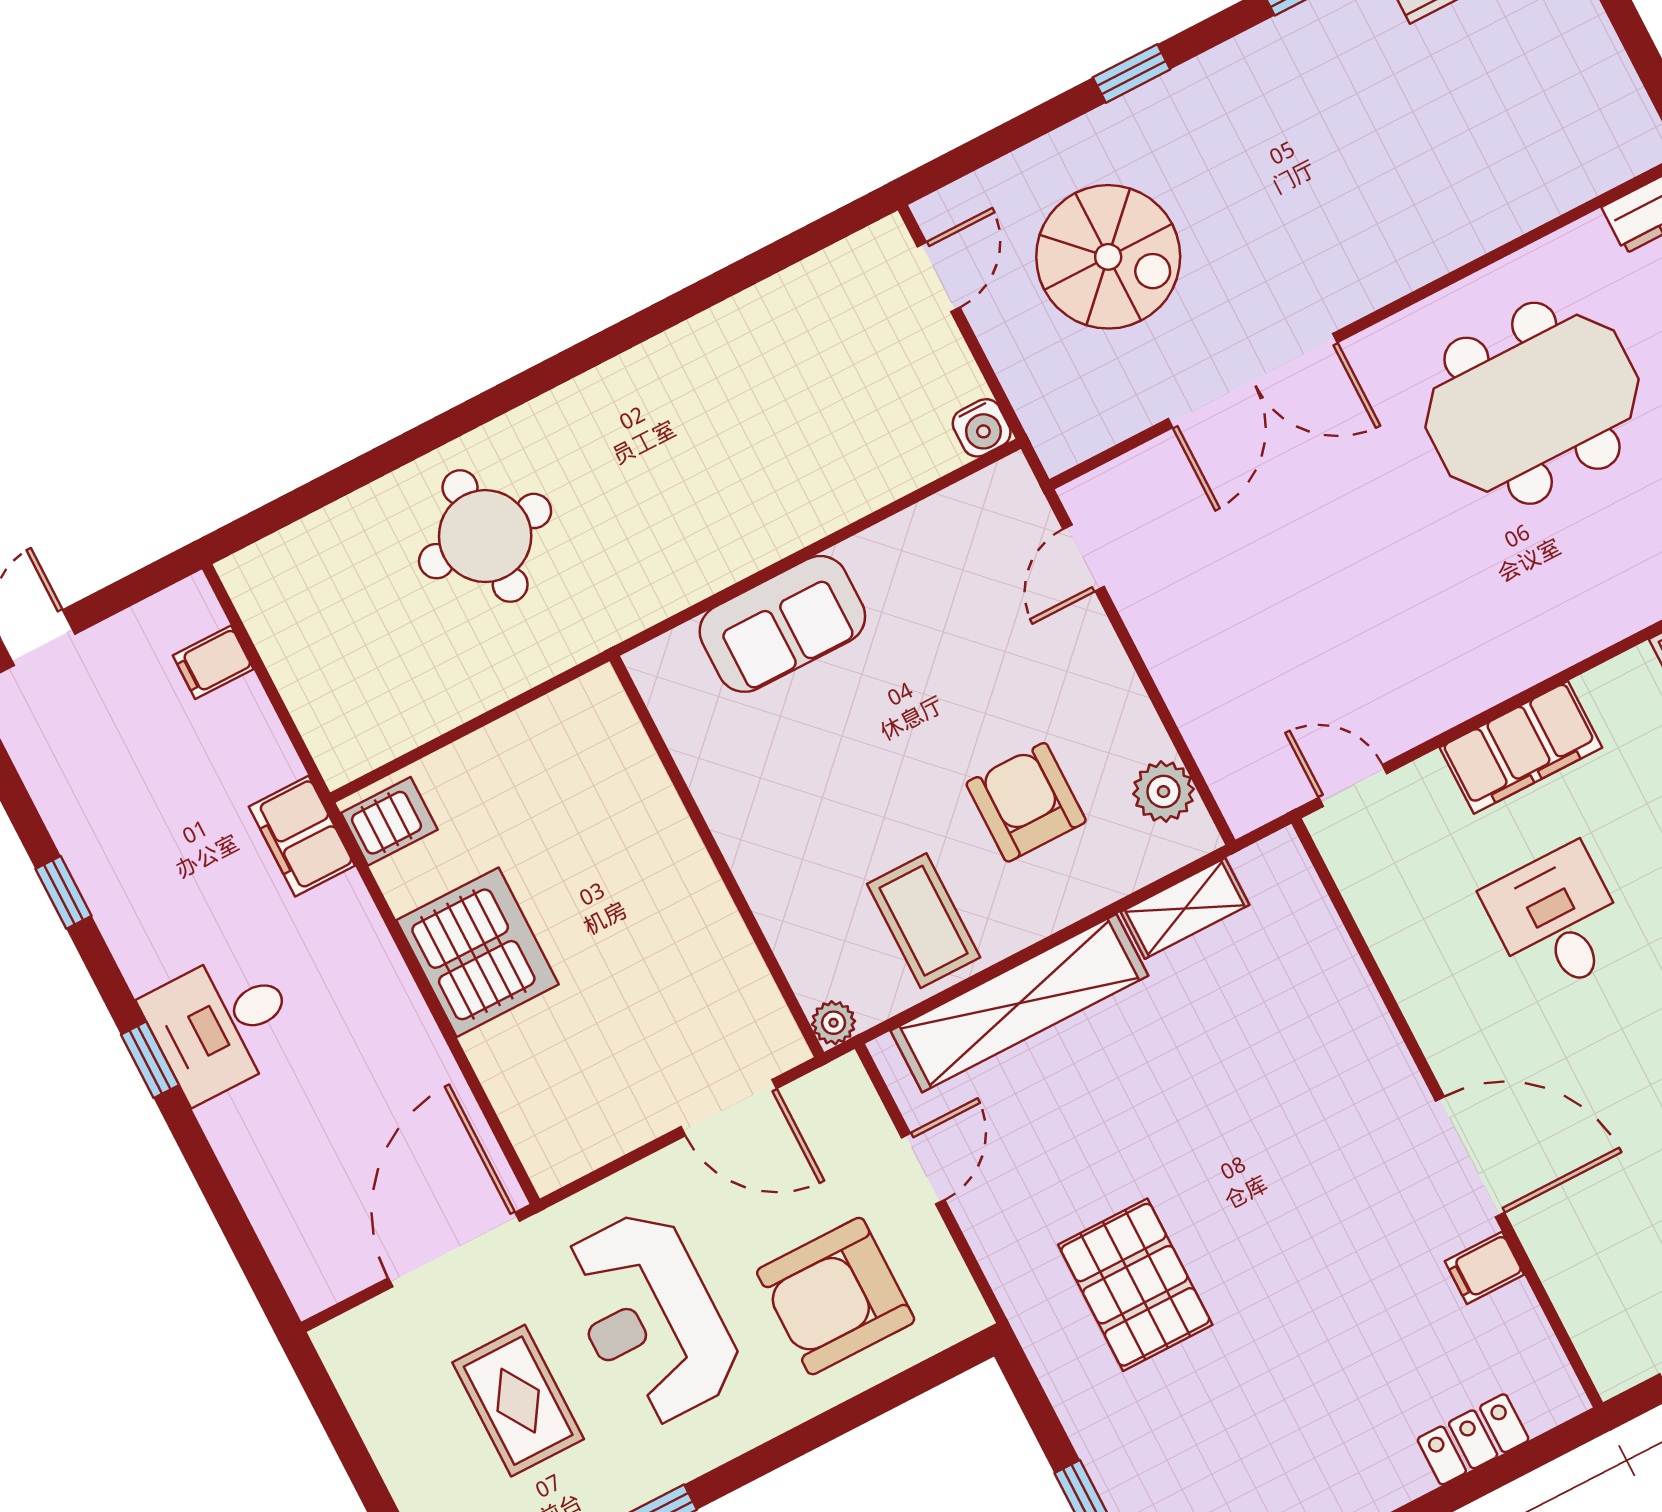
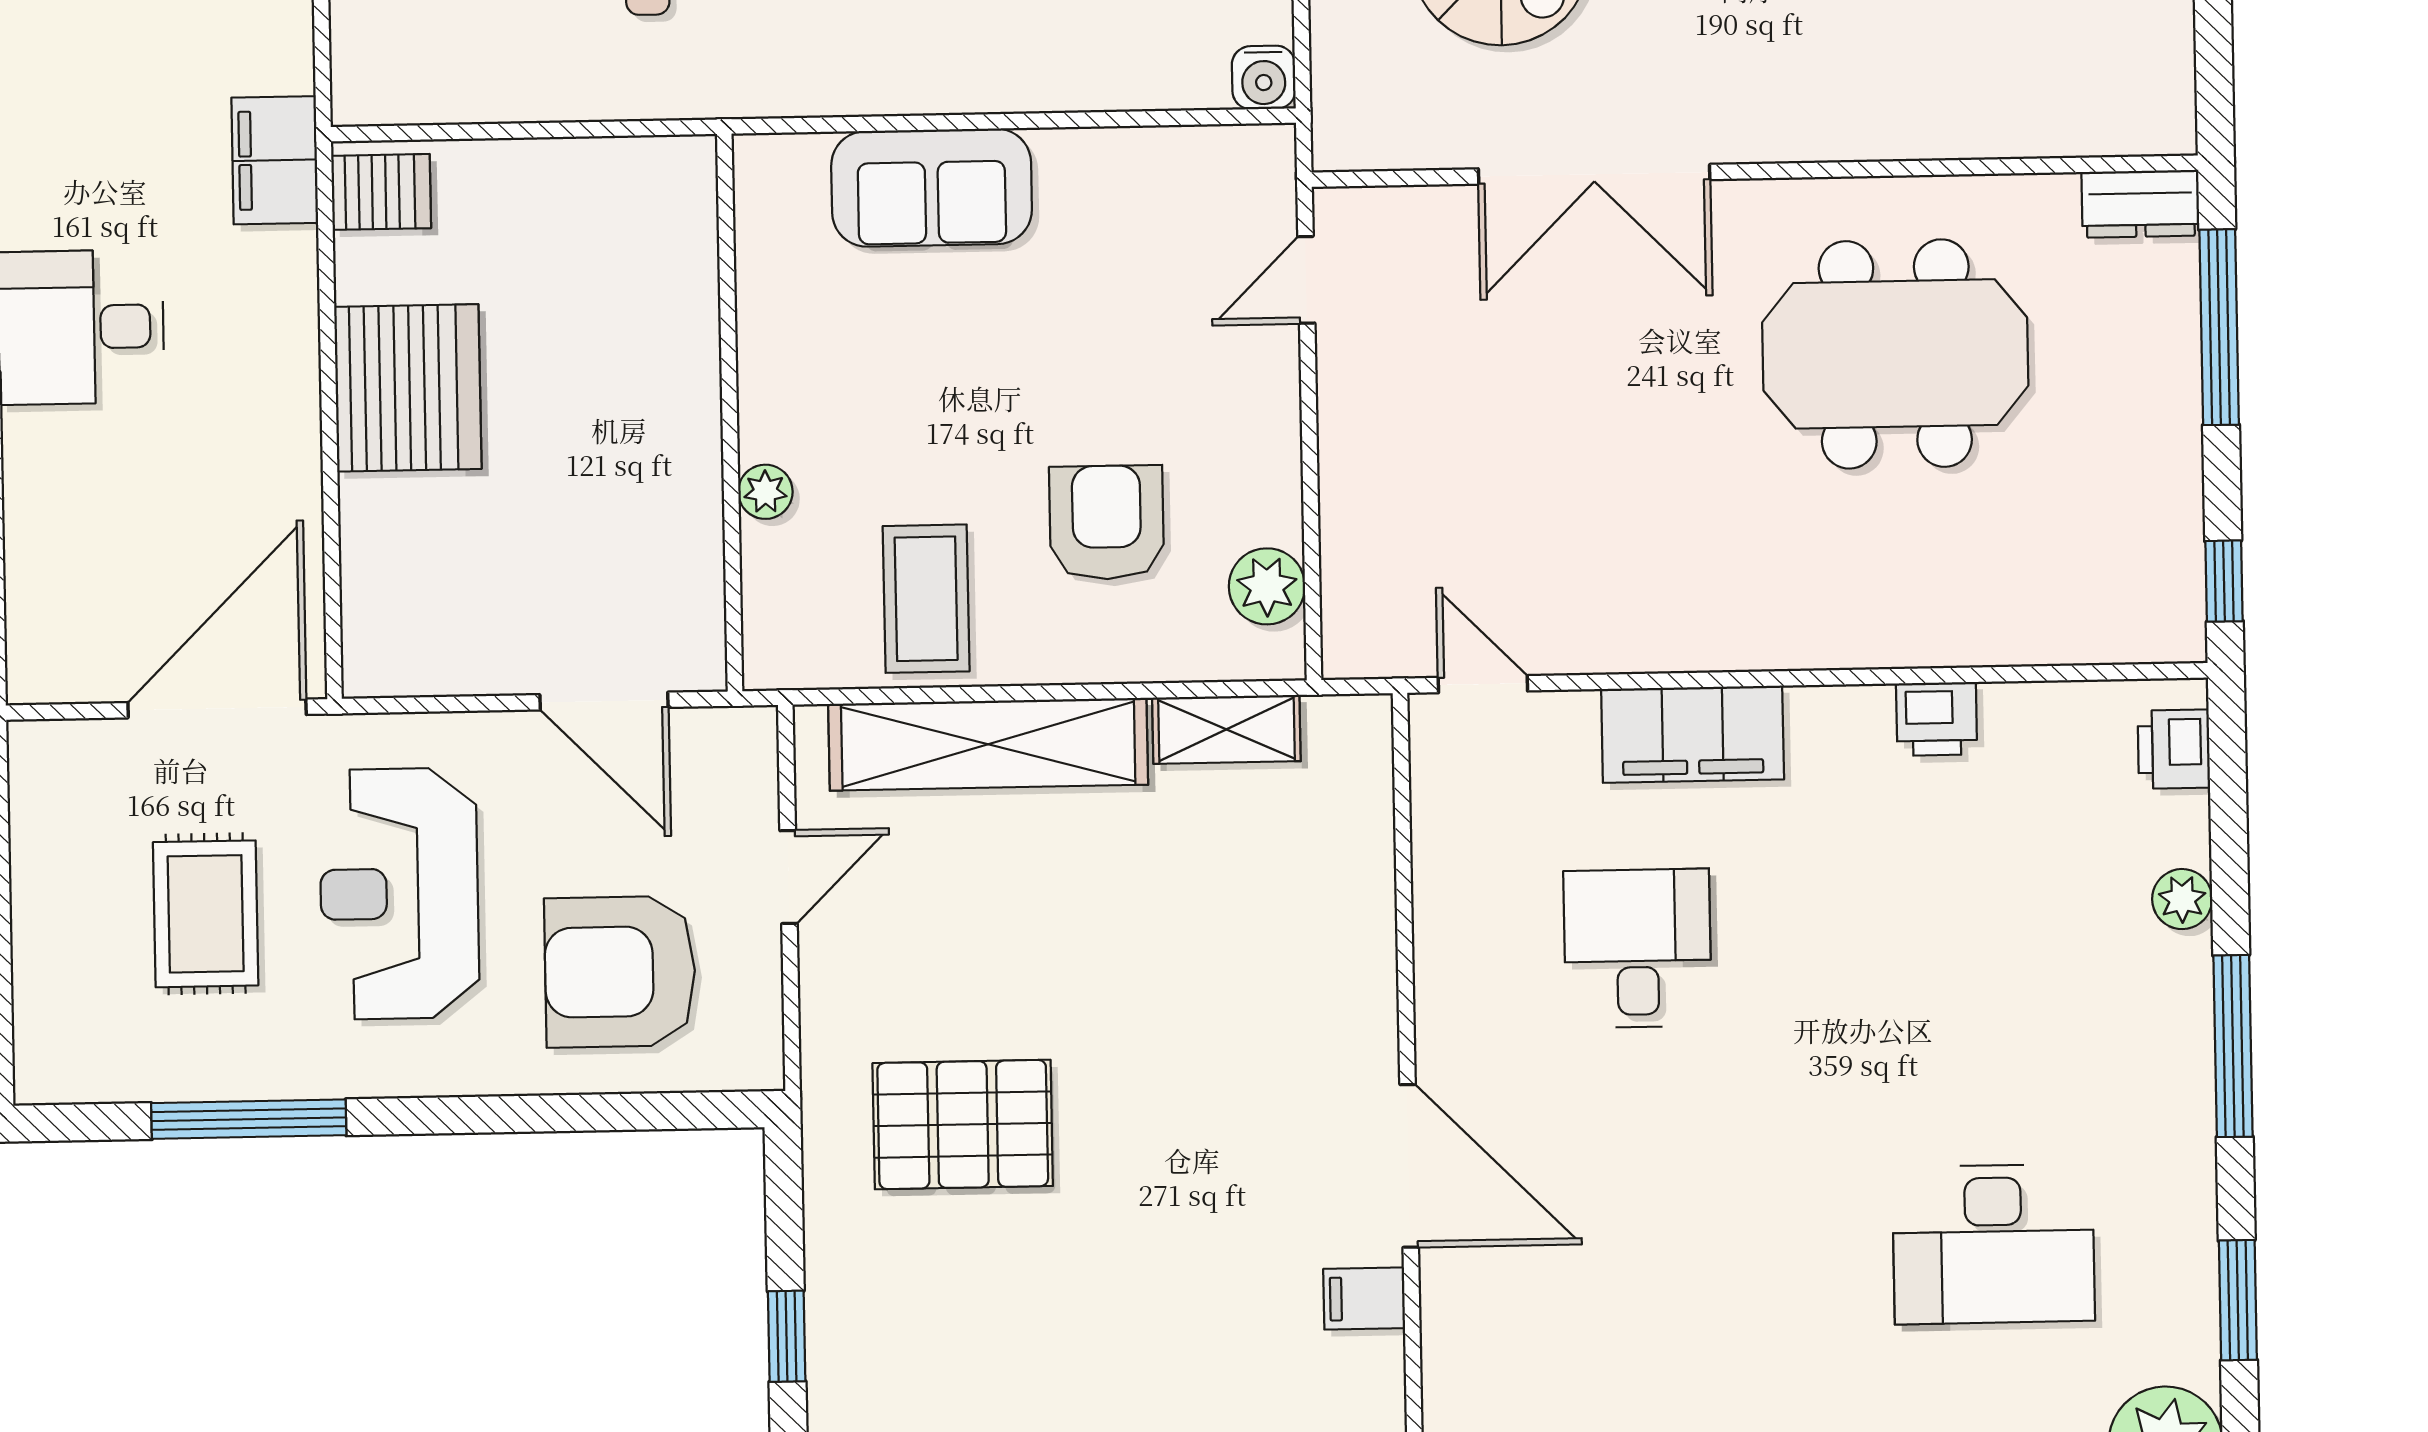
plant: (834, 1023) -> (765, 492), moved
pallet: (1135, 1285) -> (963, 1125), turned 90

